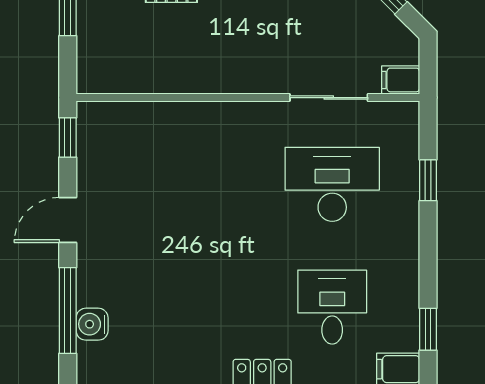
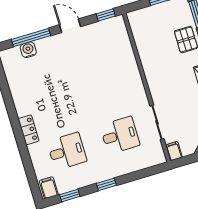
window: (428, 180) -> (106, 184), moved
desk: (332, 184) -> (120, 135), width x0.73

